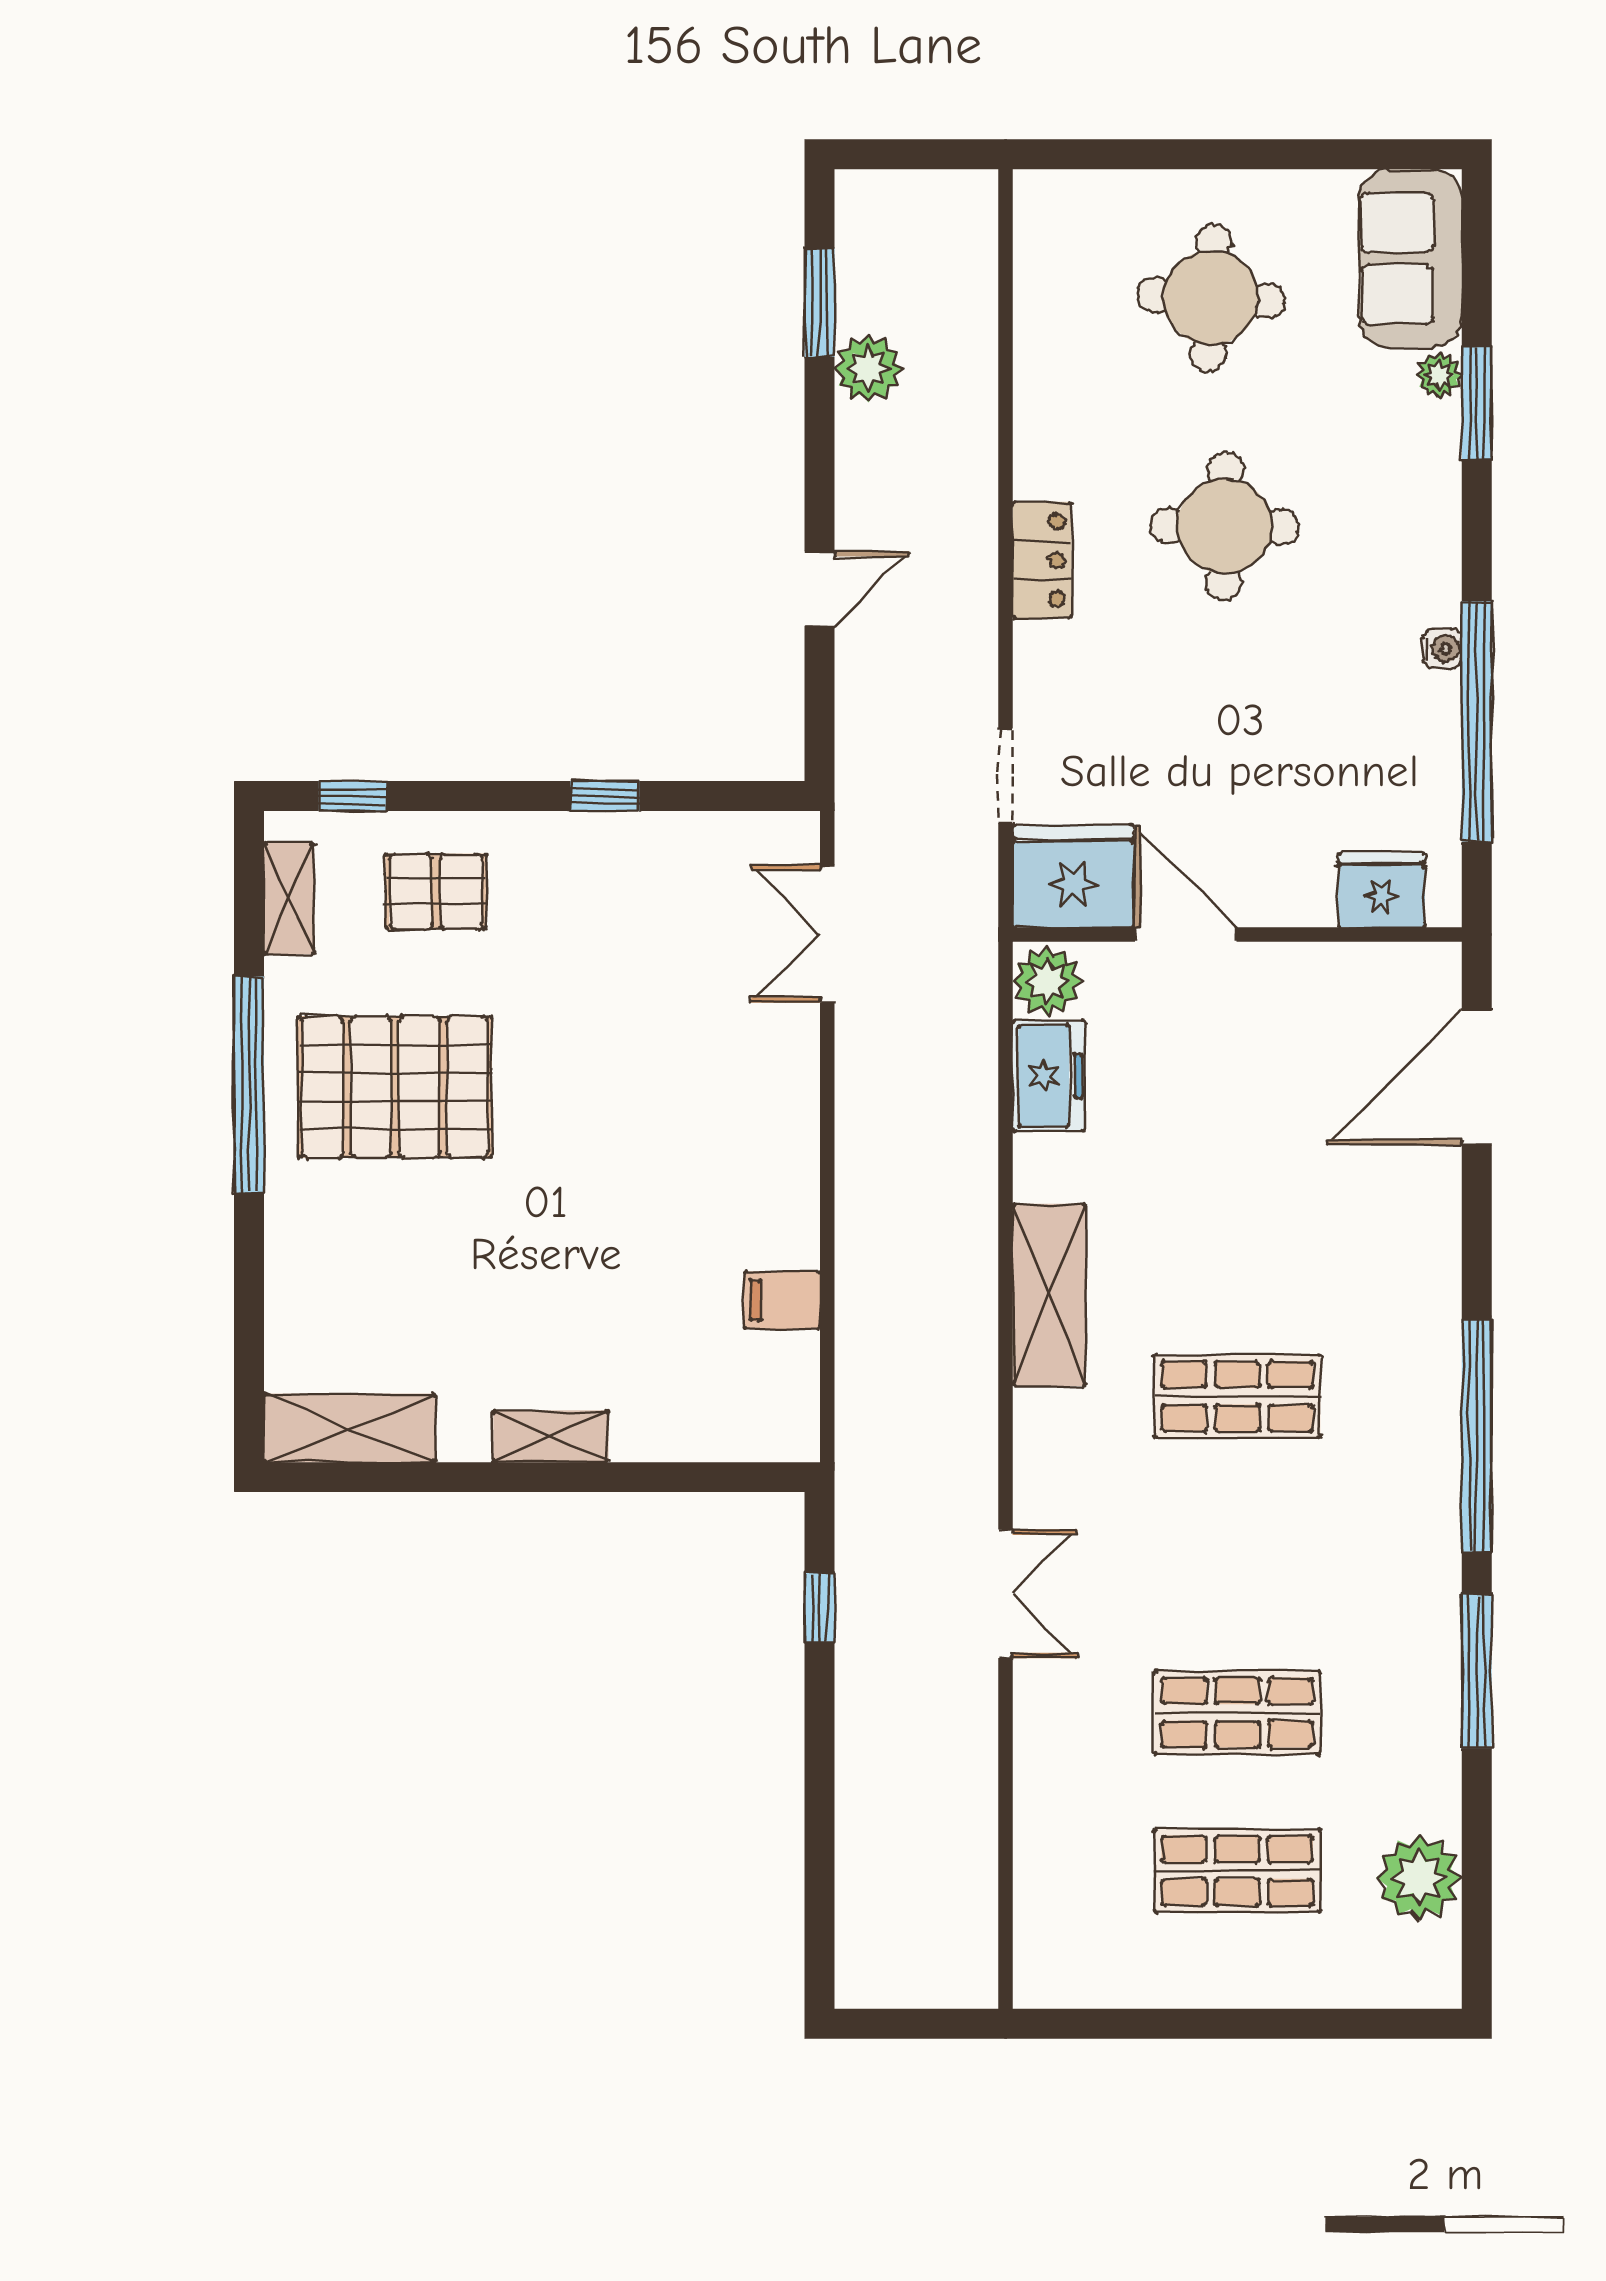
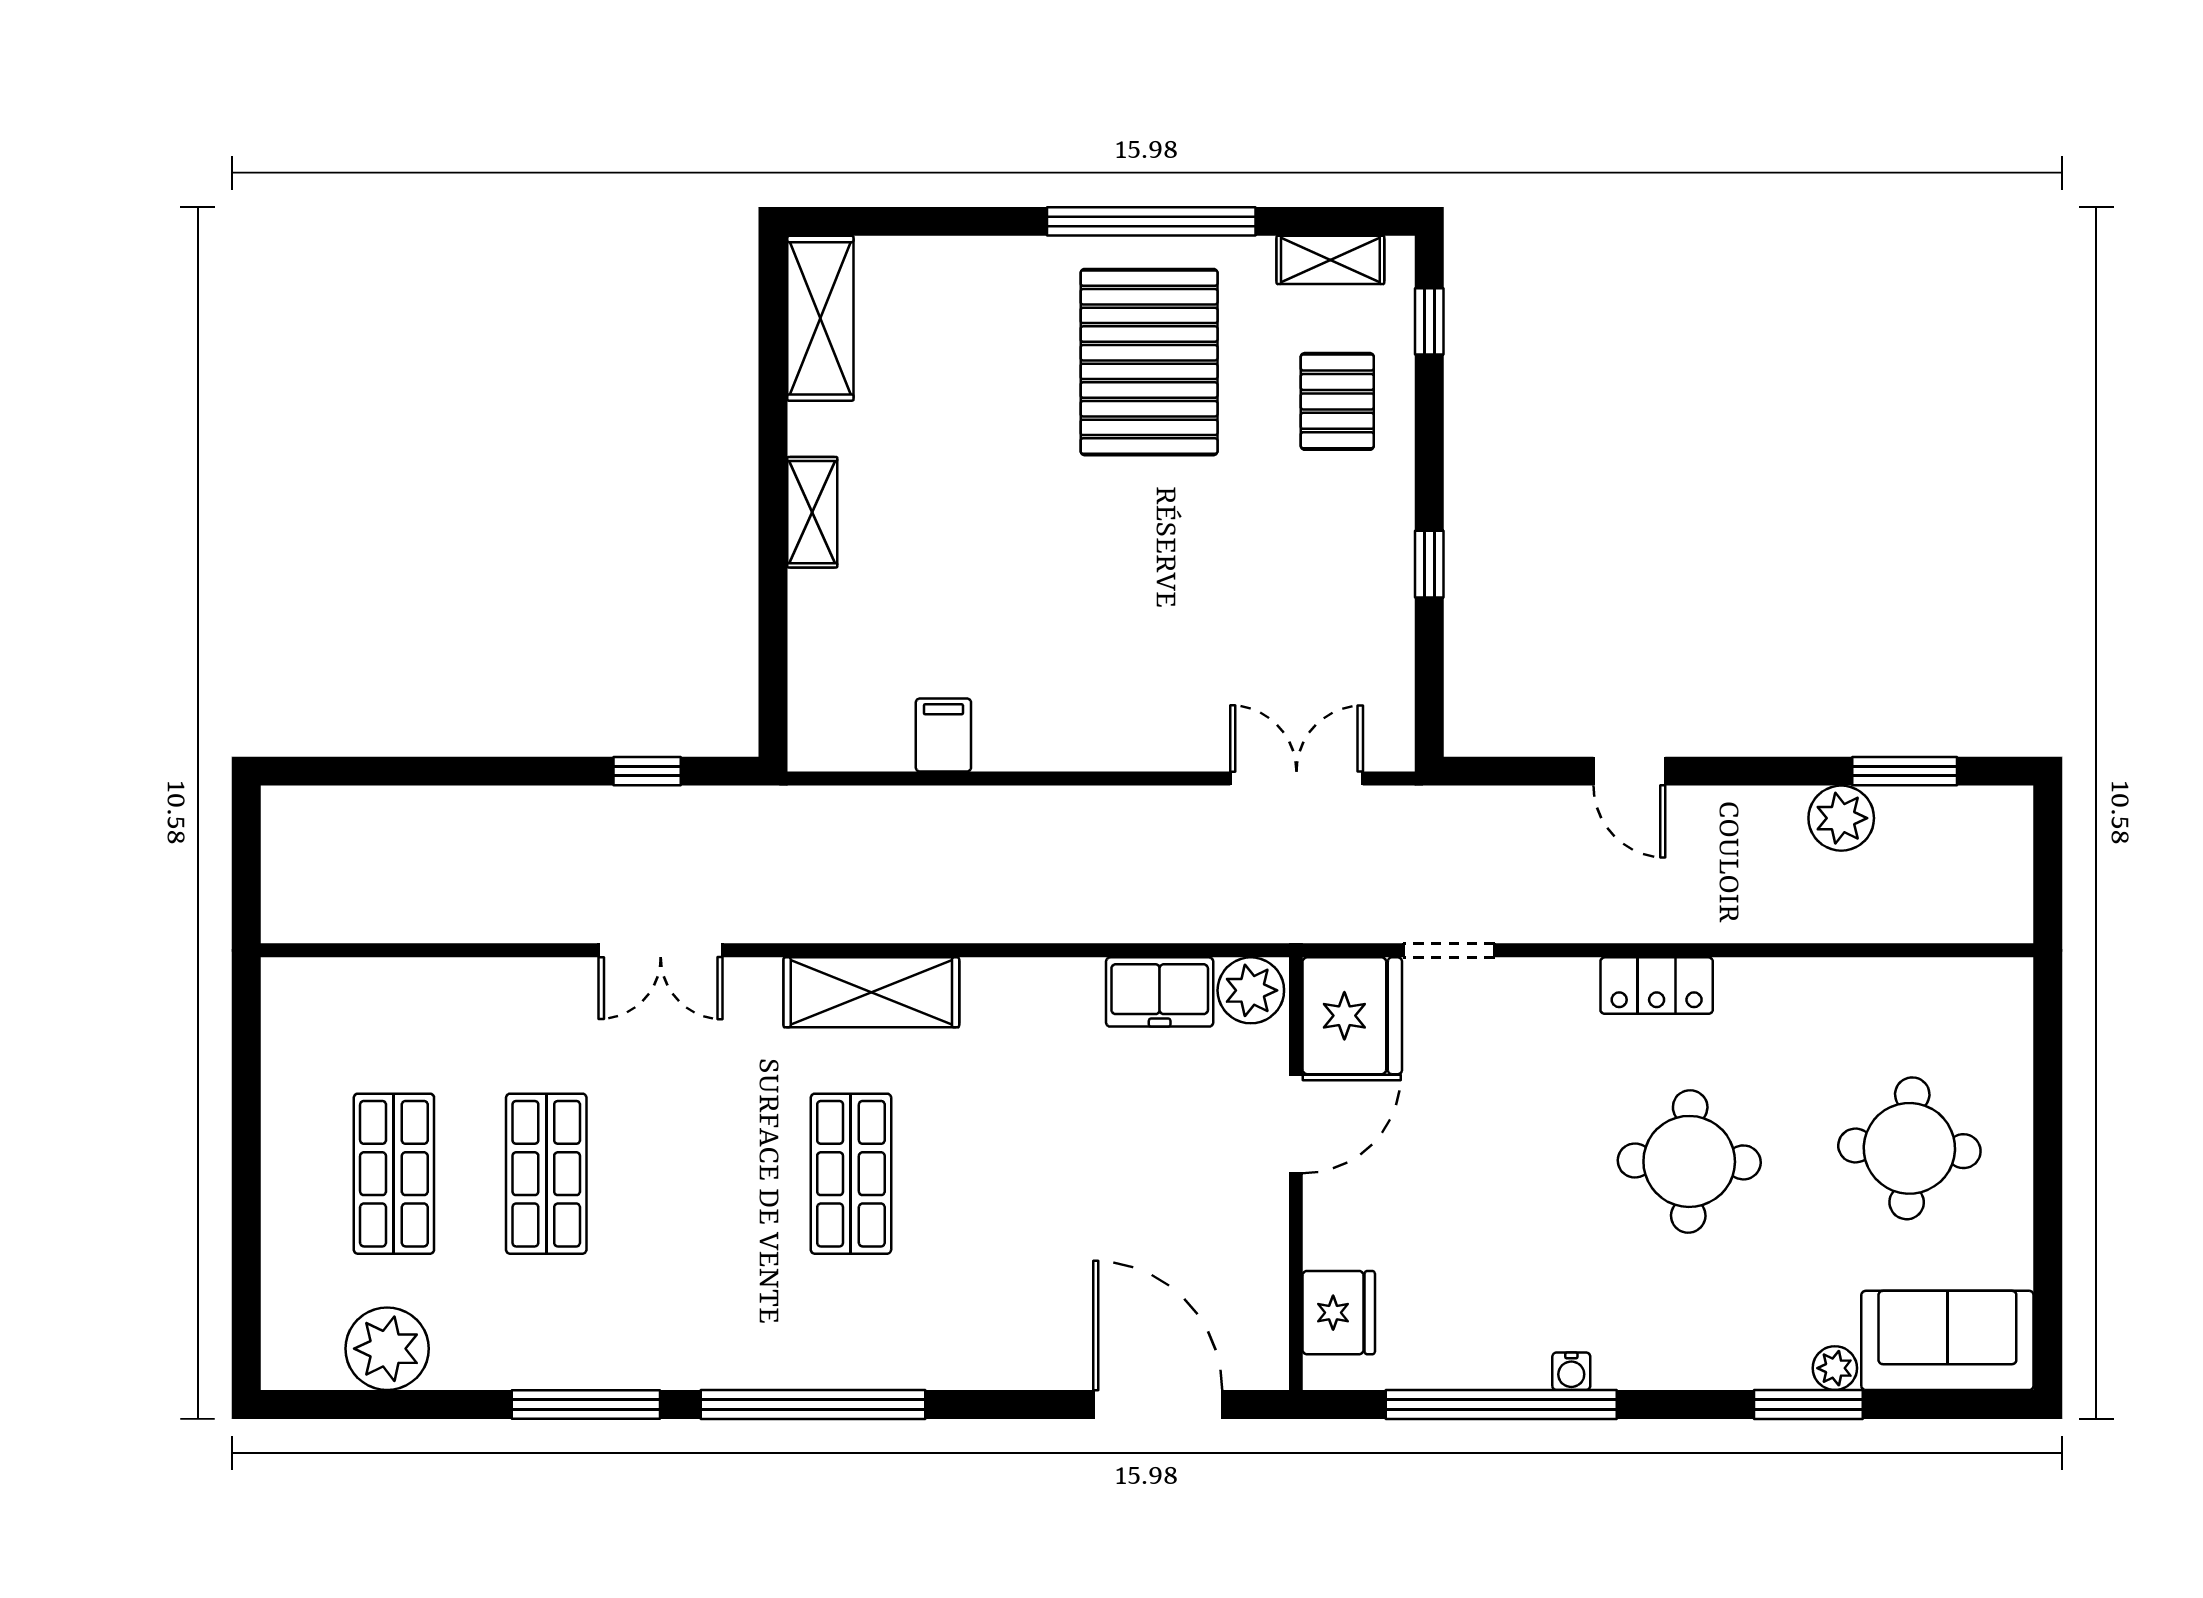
shelving: (1049, 1295) -> (871, 992), moved

